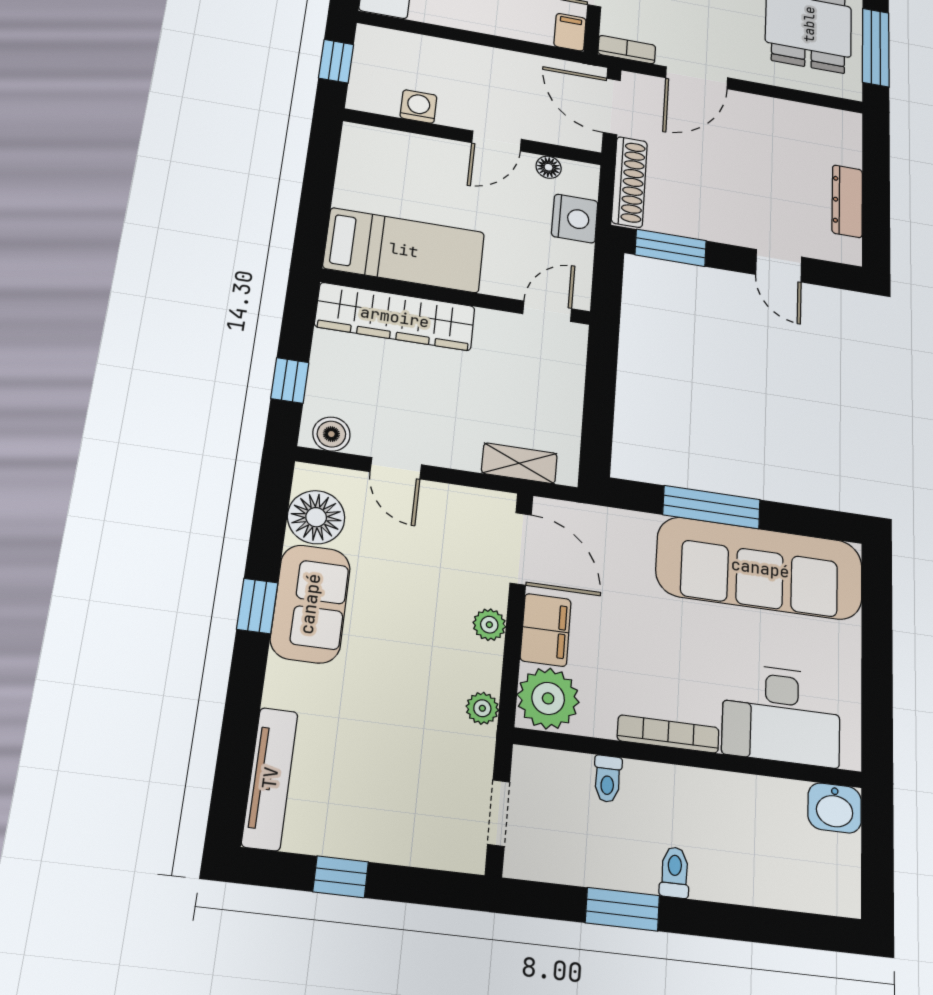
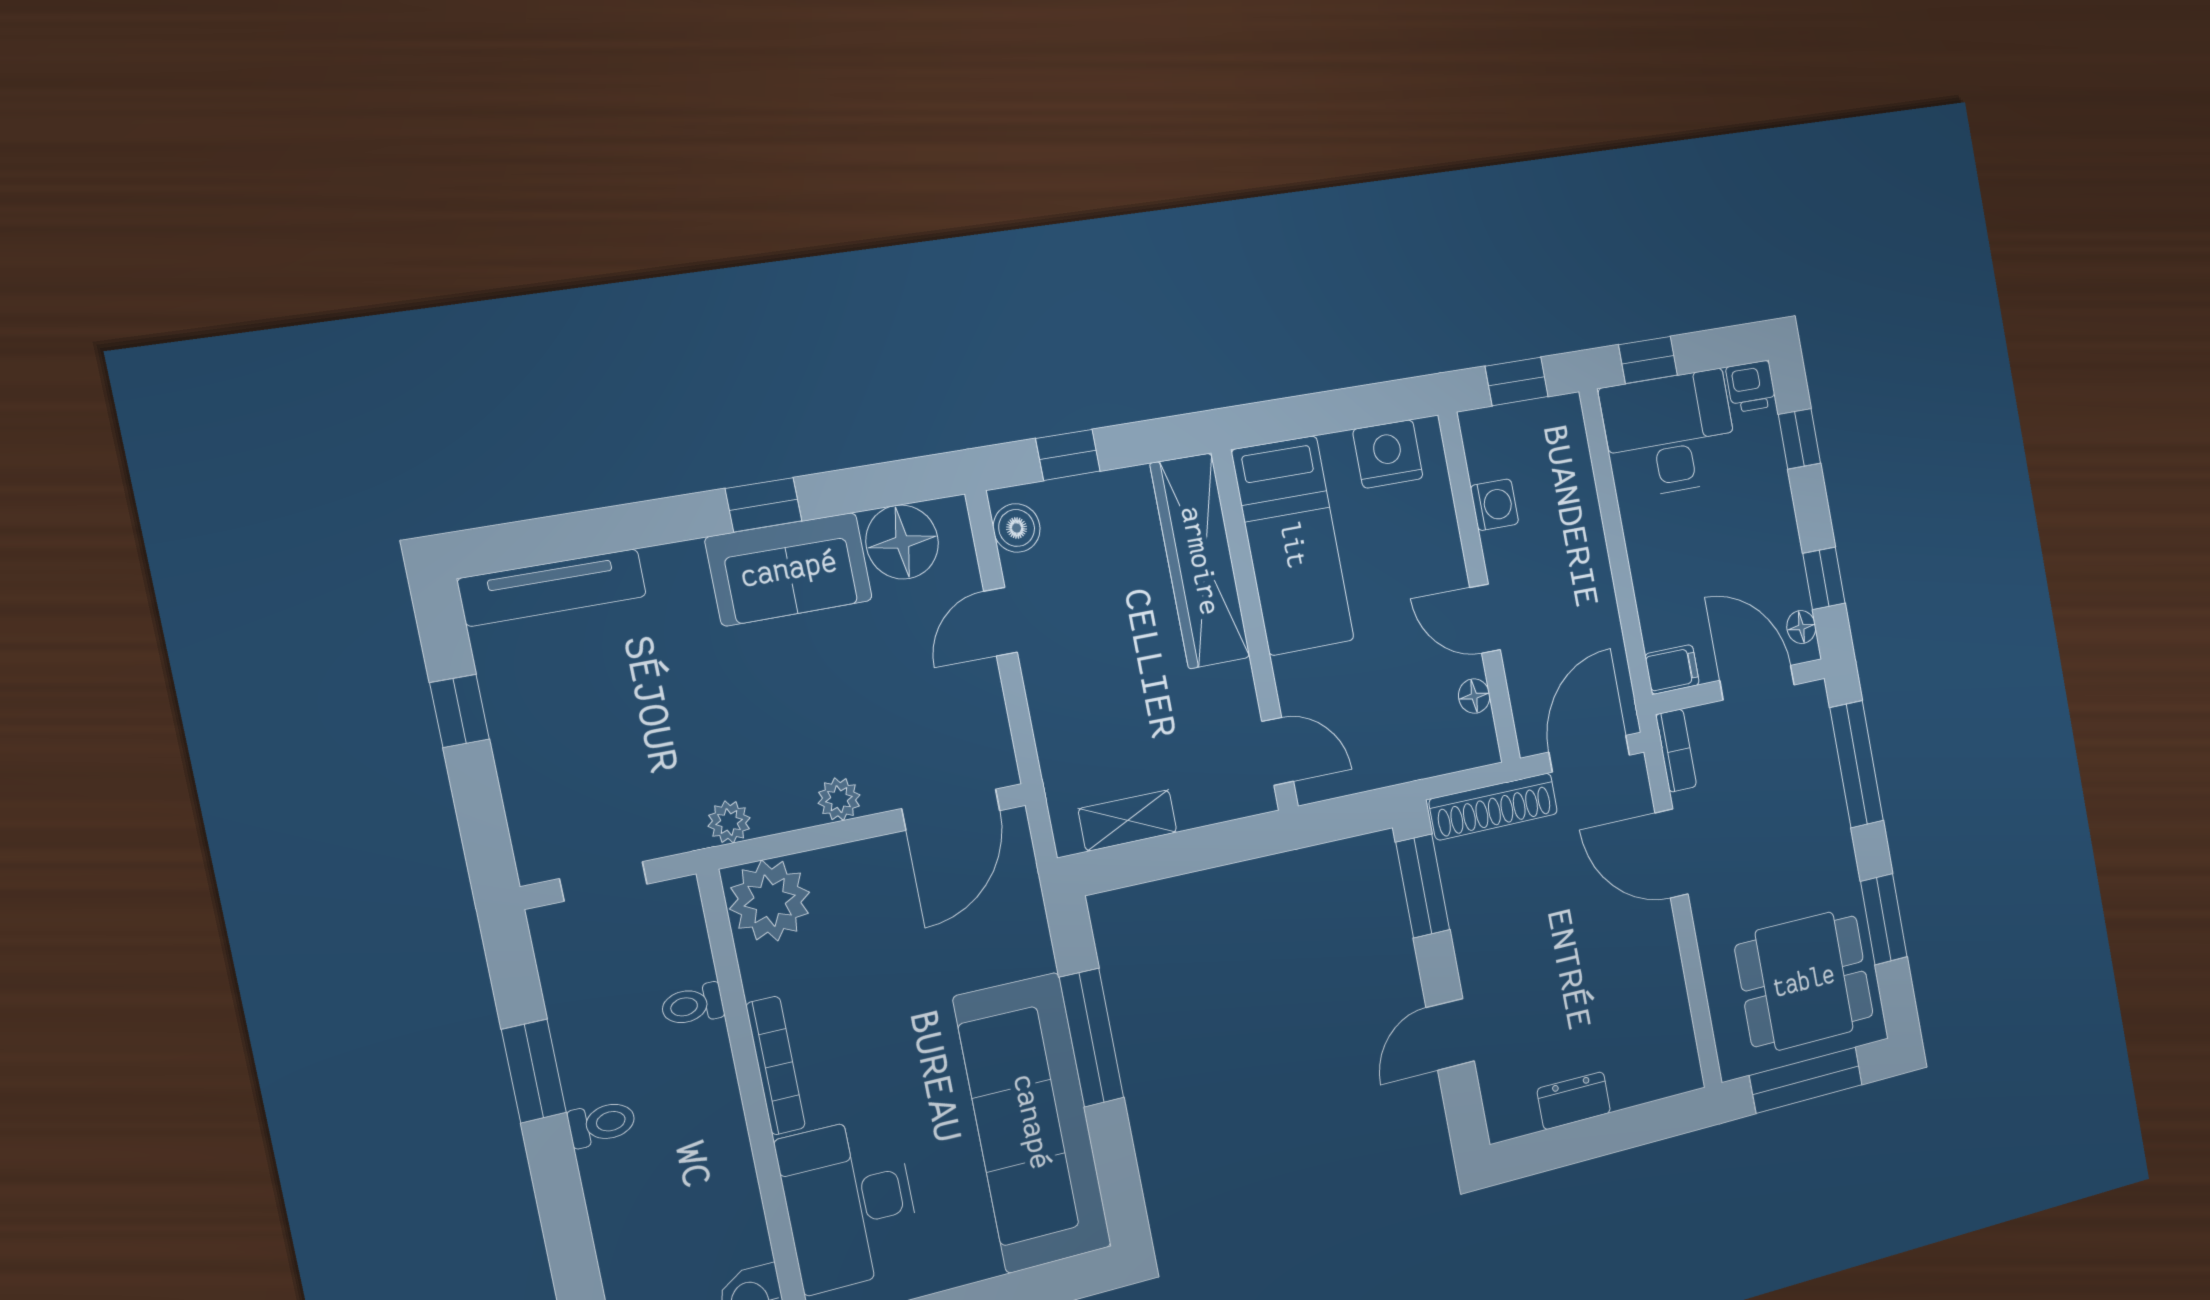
dresser: (847, 201) -> (1574, 1101), width x0.70
nightstand: (575, 219) -> (1388, 454), moved, turned 180
shelving: (519, 463) -> (1128, 821), moved, turned 90
filing cabinet: (546, 630) -> (857, 872), removed

